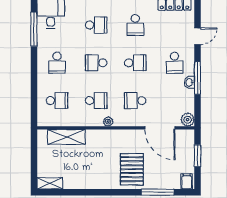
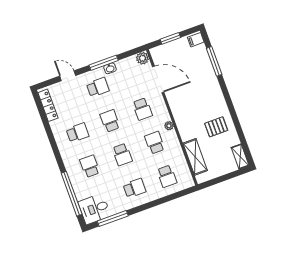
school desk: (57, 101) -> (167, 176), turned 180
door: (160, 128) -> (158, 79), hinge flipped
pallet: (132, 169) -> (216, 127), moved, width x0.67, depth x0.71

